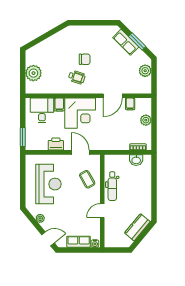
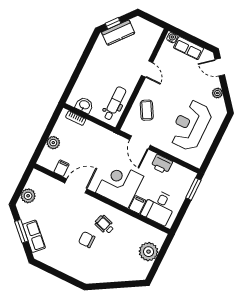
dental chair: (112, 186) -> (115, 103), moved
door: (102, 211) -> (147, 69), hinge flipped
window: (145, 232) -> (113, 23), added

